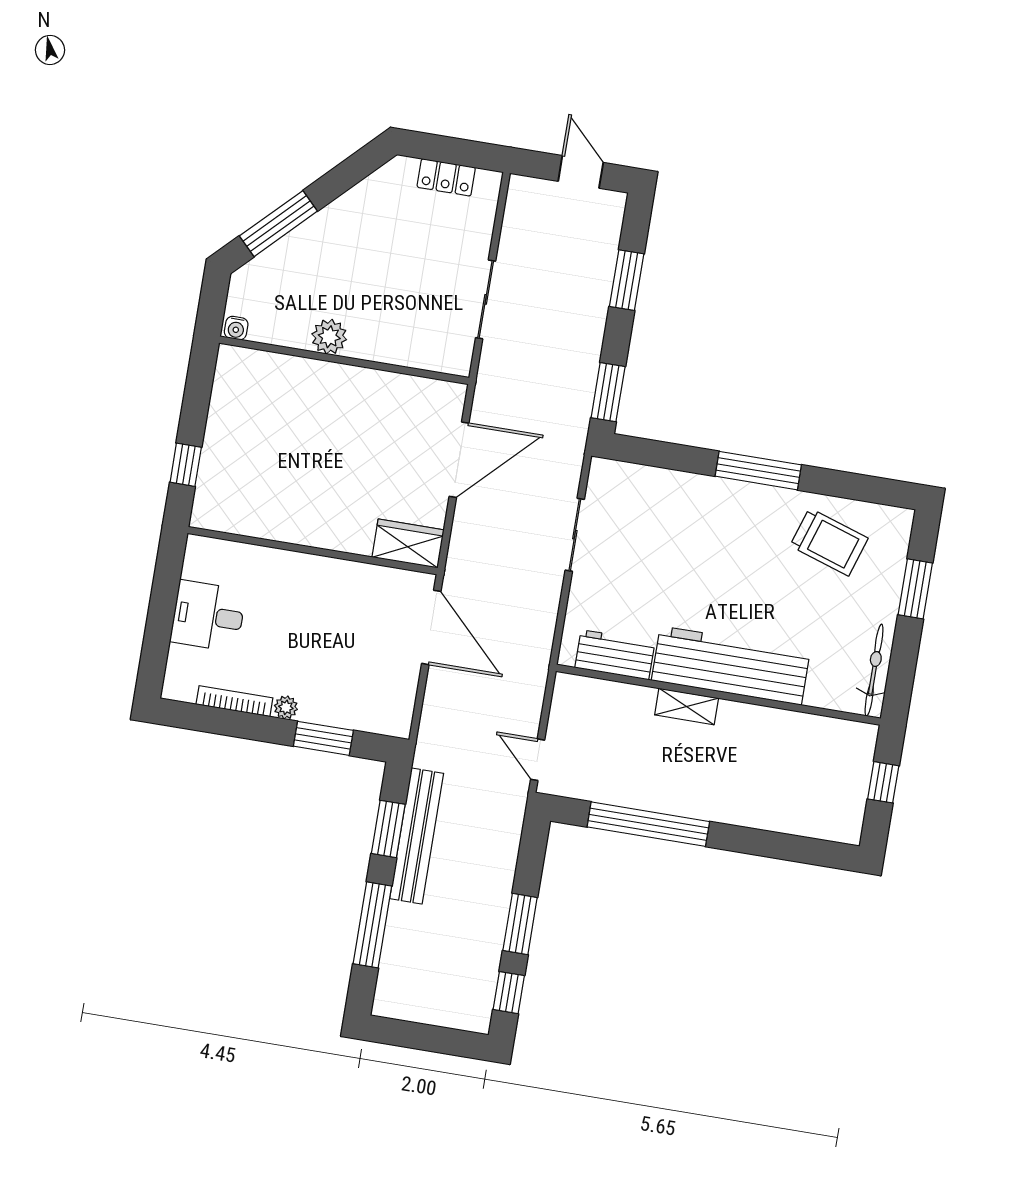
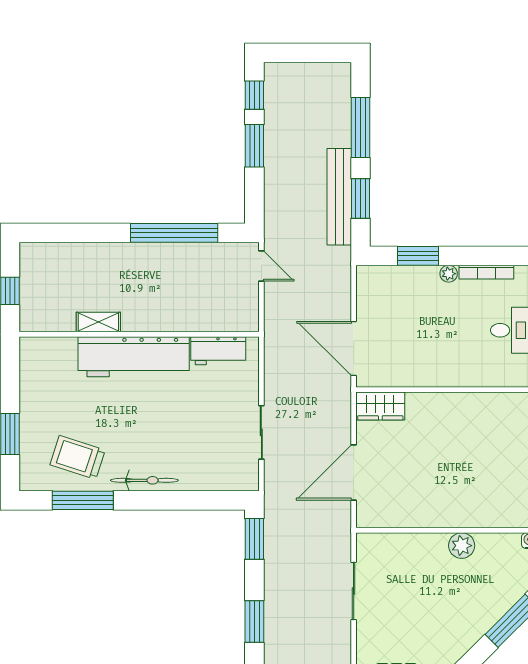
window: (758, 471) -> (83, 500), moved
bicycle: (874, 670) -> (144, 480), moved, turned -90
shelving: (687, 706) -> (98, 322), moved

